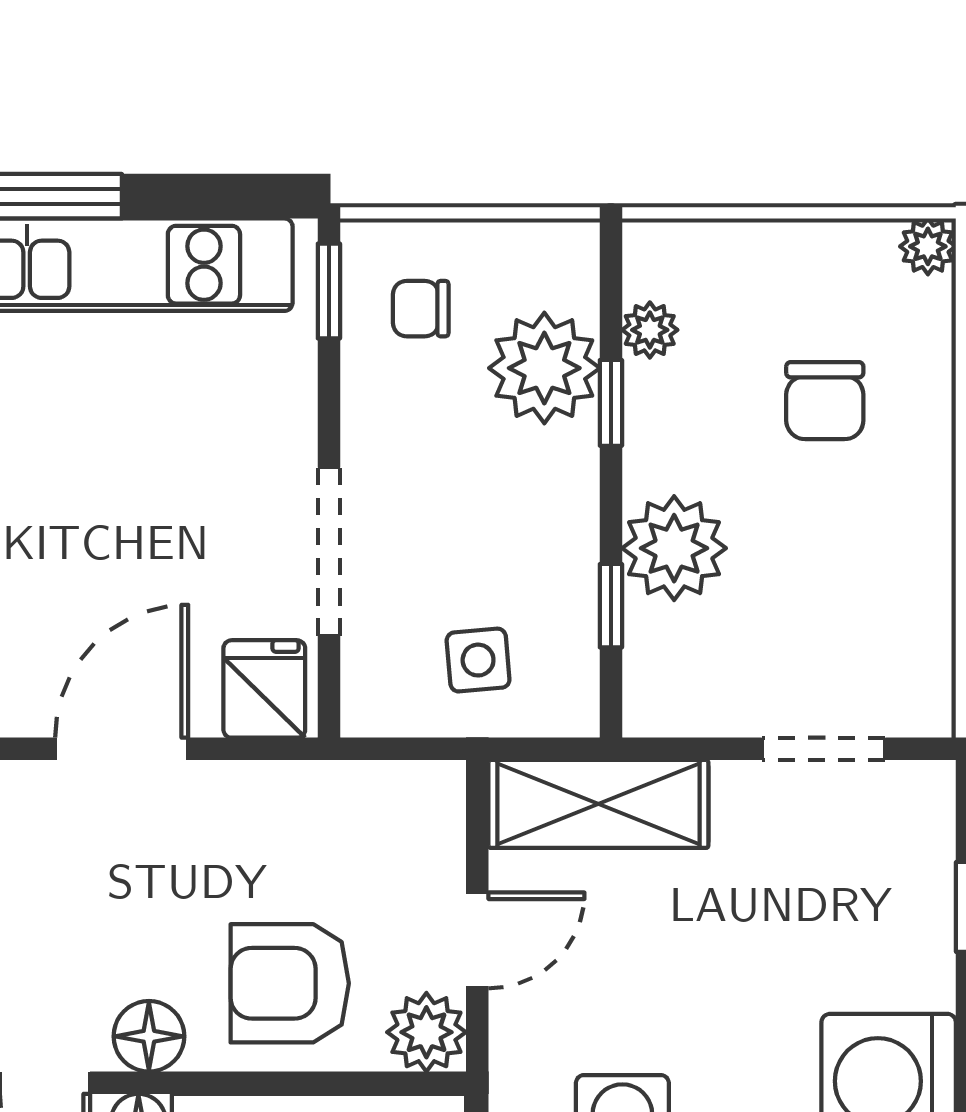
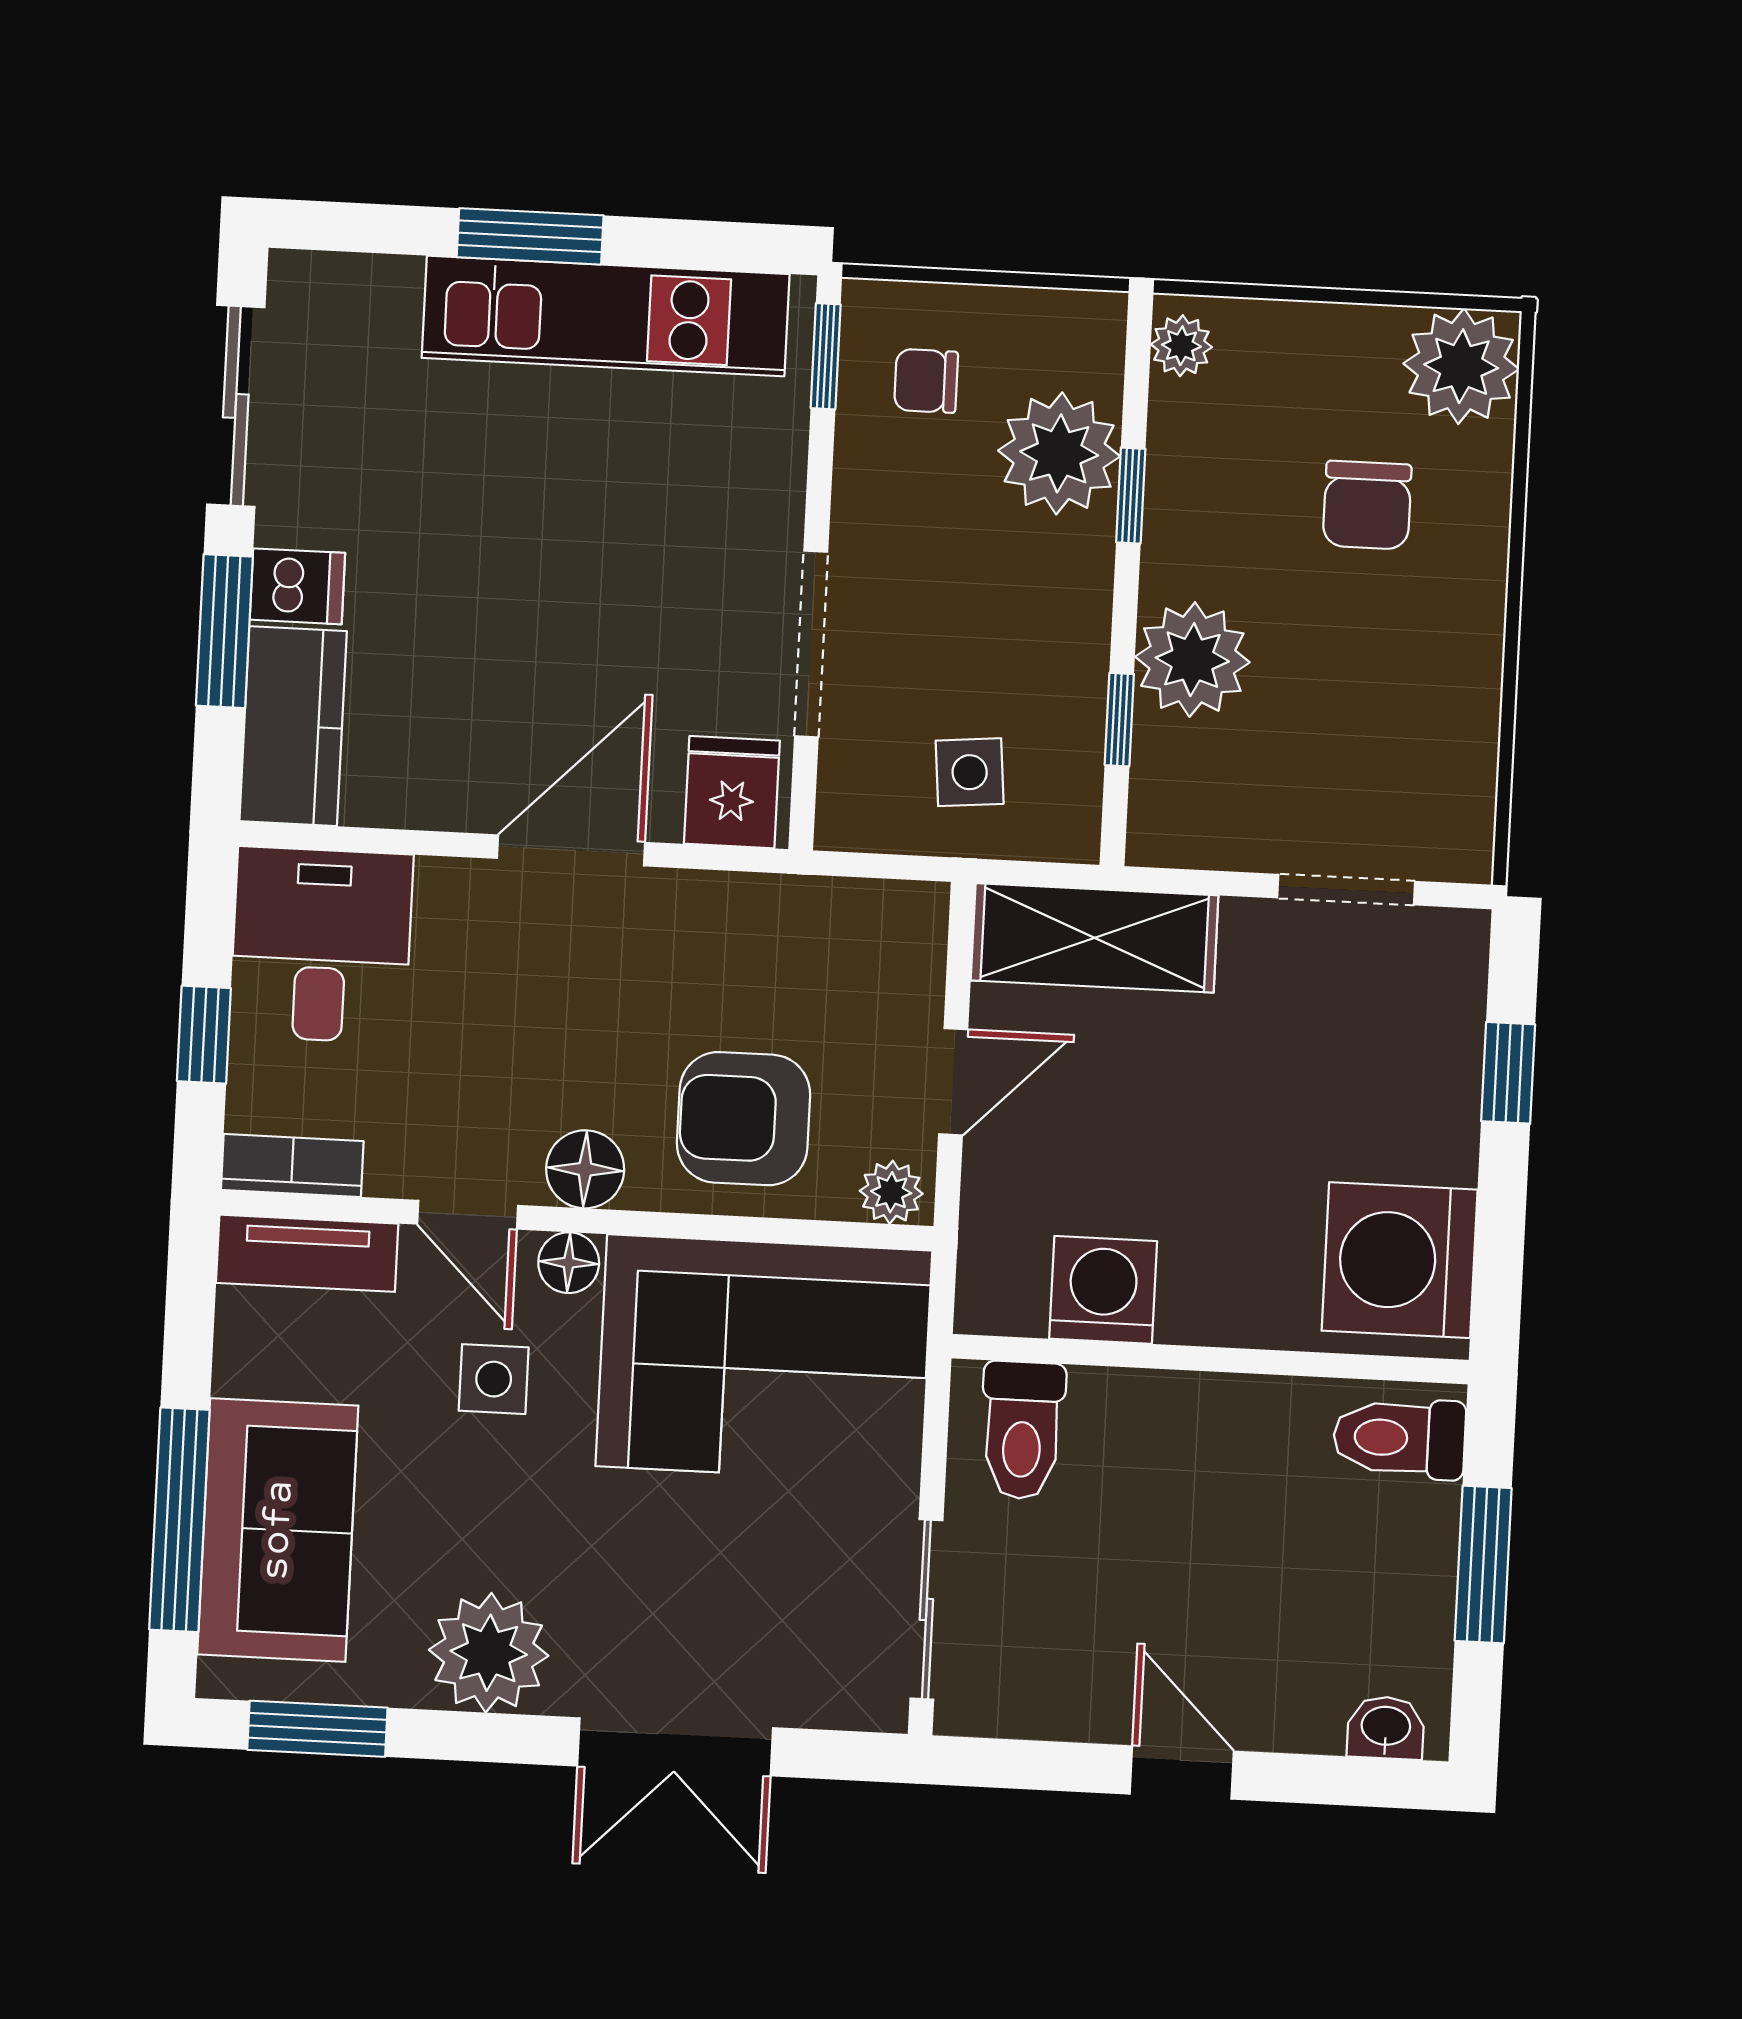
plant: (928, 246) -> (1461, 366), width x1.88, depth x1.88
plant: (650, 330) -> (1181, 346), moved
plant: (426, 1032) -> (891, 1192), width x0.73, depth x0.73

